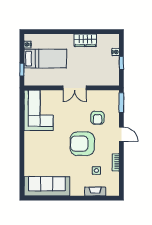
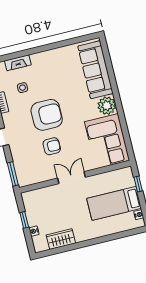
wardrobe: (85, 40) -> (61, 239), moved
armchair: (97, 118) -> (52, 146), moved, turned 90
plant: (32, 139) -> (107, 106), added
sofa: (47, 186) -> (95, 70), moved, turned 90

